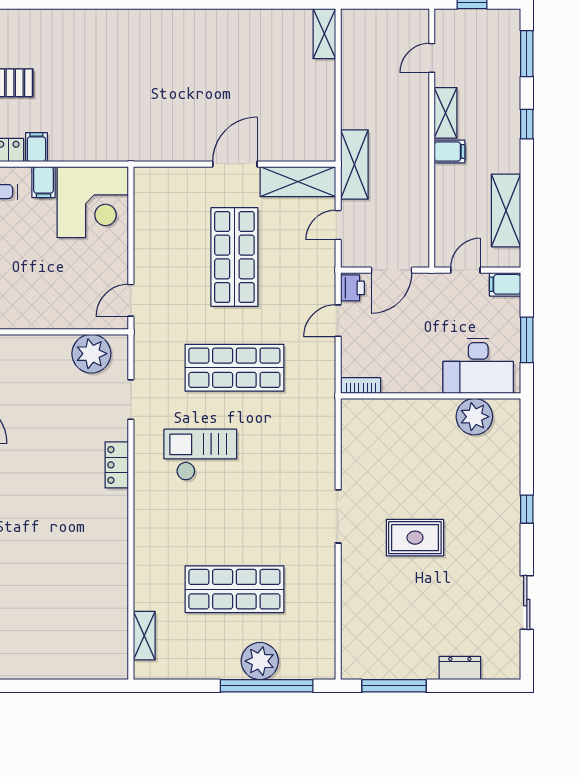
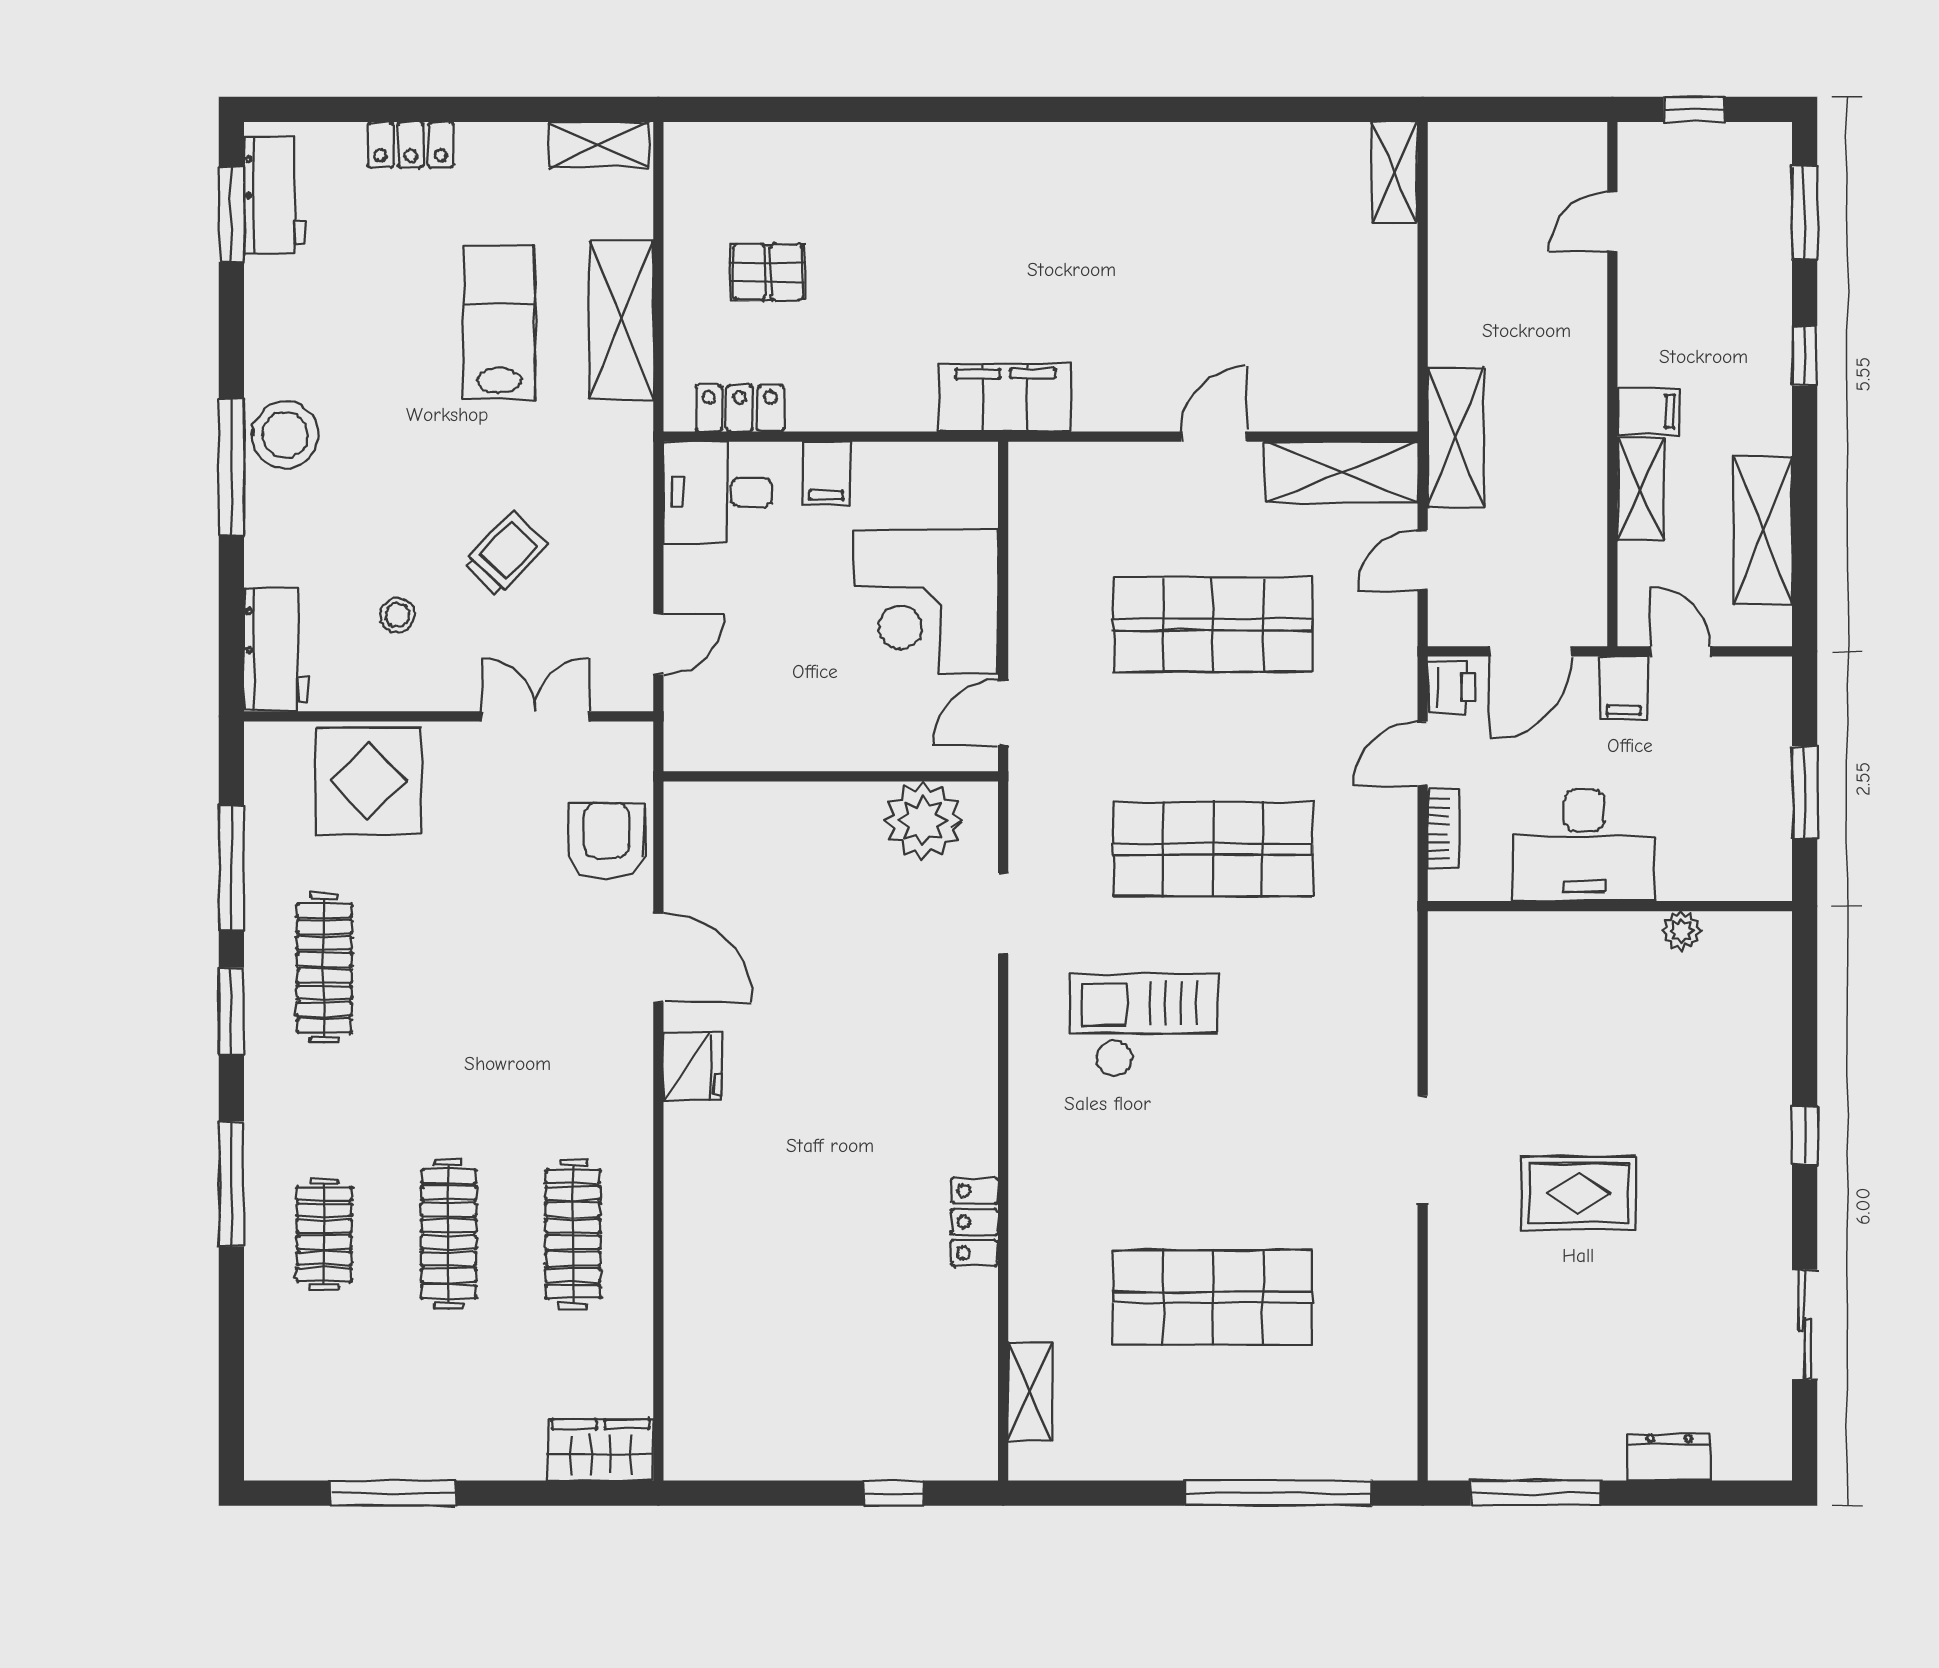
shelving: (446, 113) -> (1640, 490), moved
filing cabinet: (36, 147) -> (1005, 398), moved, width x3.00, depth x1.17
door: (235, 164) -> (1214, 437), width x0.73
corner desk: (93, 202) -> (926, 601), moved, turned 90
shop shelf: (234, 257) -> (1213, 625), turned 90
door: (465, 270) -> (1681, 651), hinge flipped
filing cabinet: (505, 284) -> (1624, 688), moved, turned -90
desk: (478, 366) -> (1584, 845), moved
bookcase: (361, 386) -> (1444, 829), moved, turned 90
plant: (474, 417) -> (1682, 931), width x0.53, depth x0.53
locker: (117, 465) -> (974, 1222), moved
plant: (260, 661) -> (1264, 1443), removed
window: (77, 686) -> (894, 1493), added

